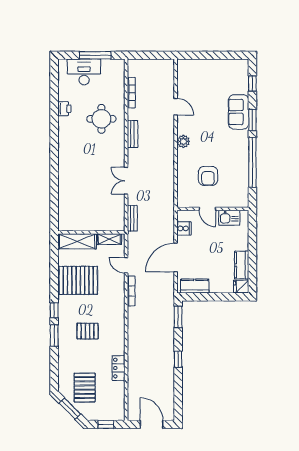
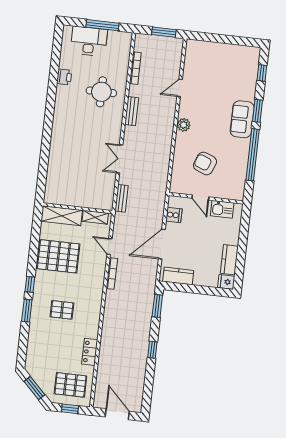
window: (155, 55) -> (164, 32), added
door: (176, 107) -> (180, 88), swing flipped
sofa: (239, 112) -> (242, 119), moved
armchair: (208, 176) -> (205, 163), turned 111
pallet: (85, 388) -> (70, 385), moved, turned 90

